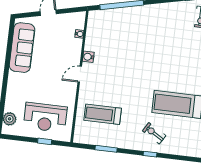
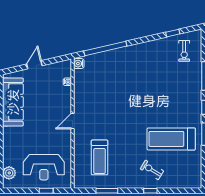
water cooler: (88, 57) -> (79, 64), moved
treadmill: (103, 114) -> (99, 157), turned -90

